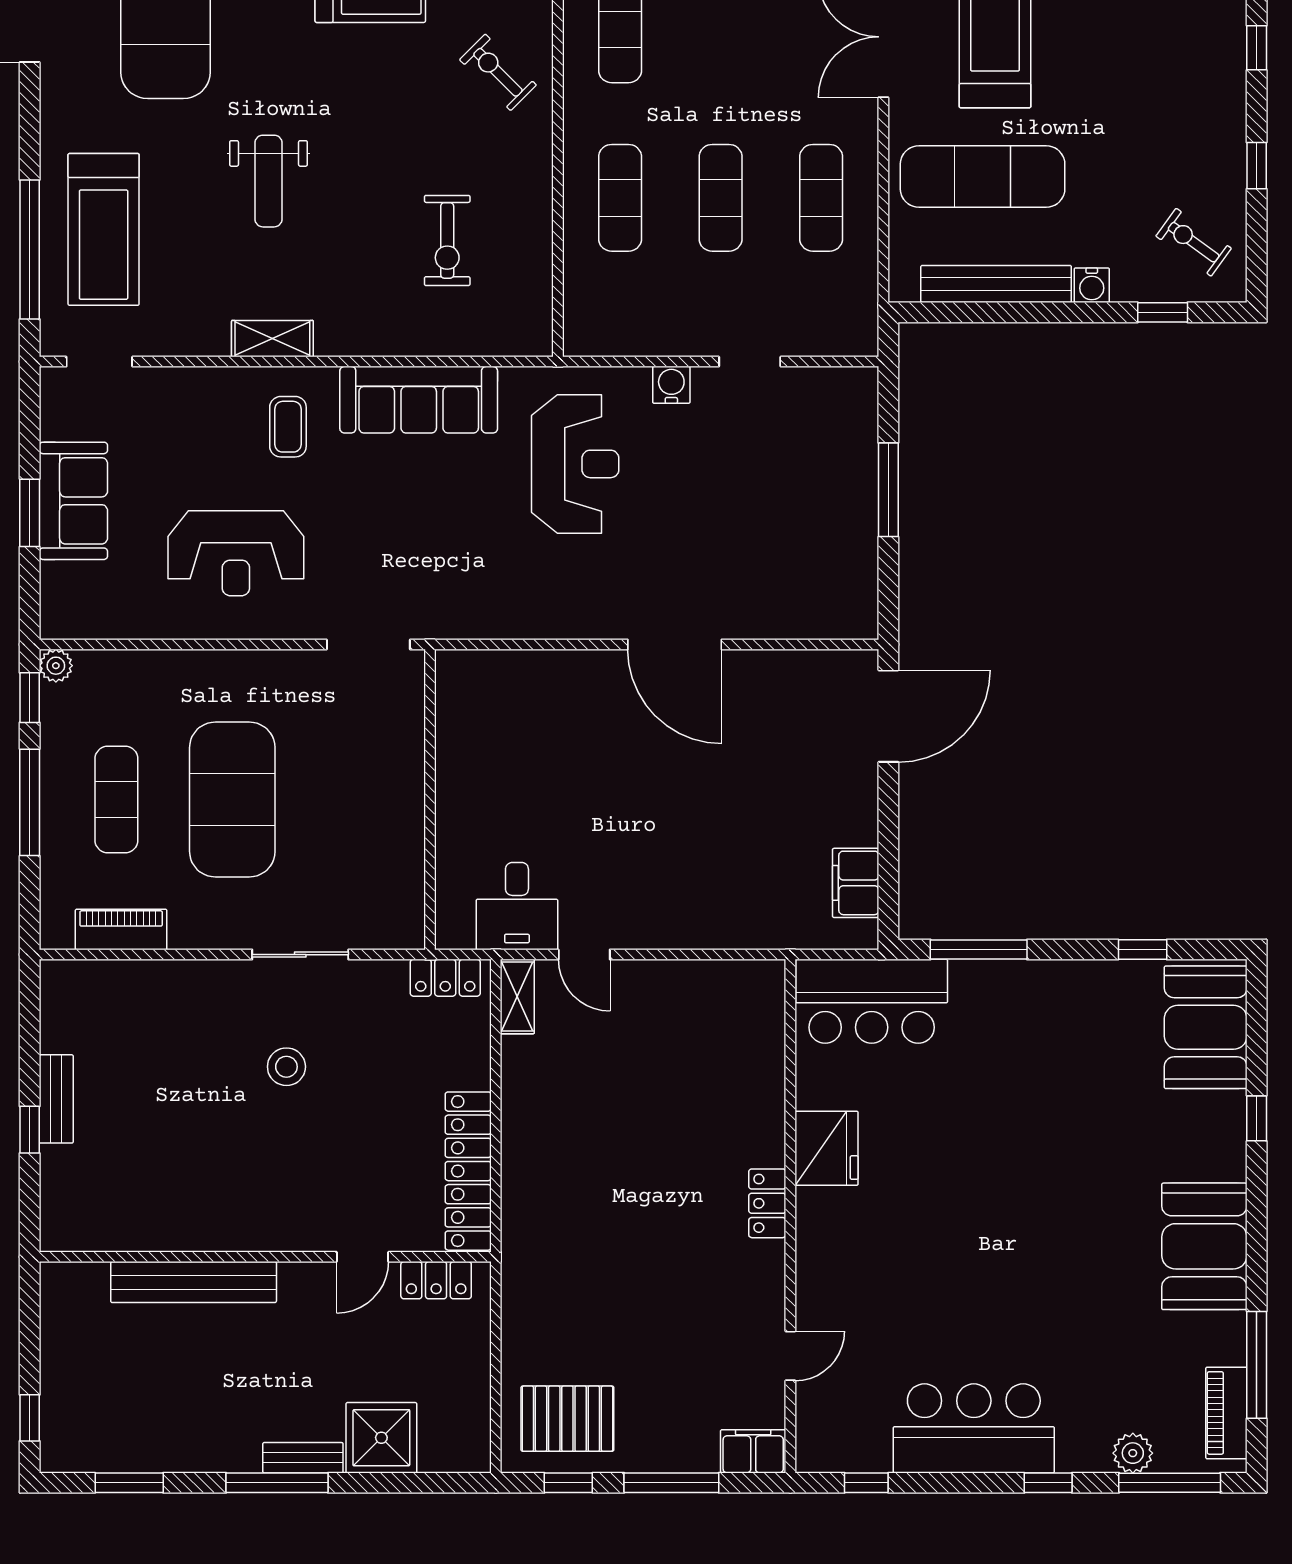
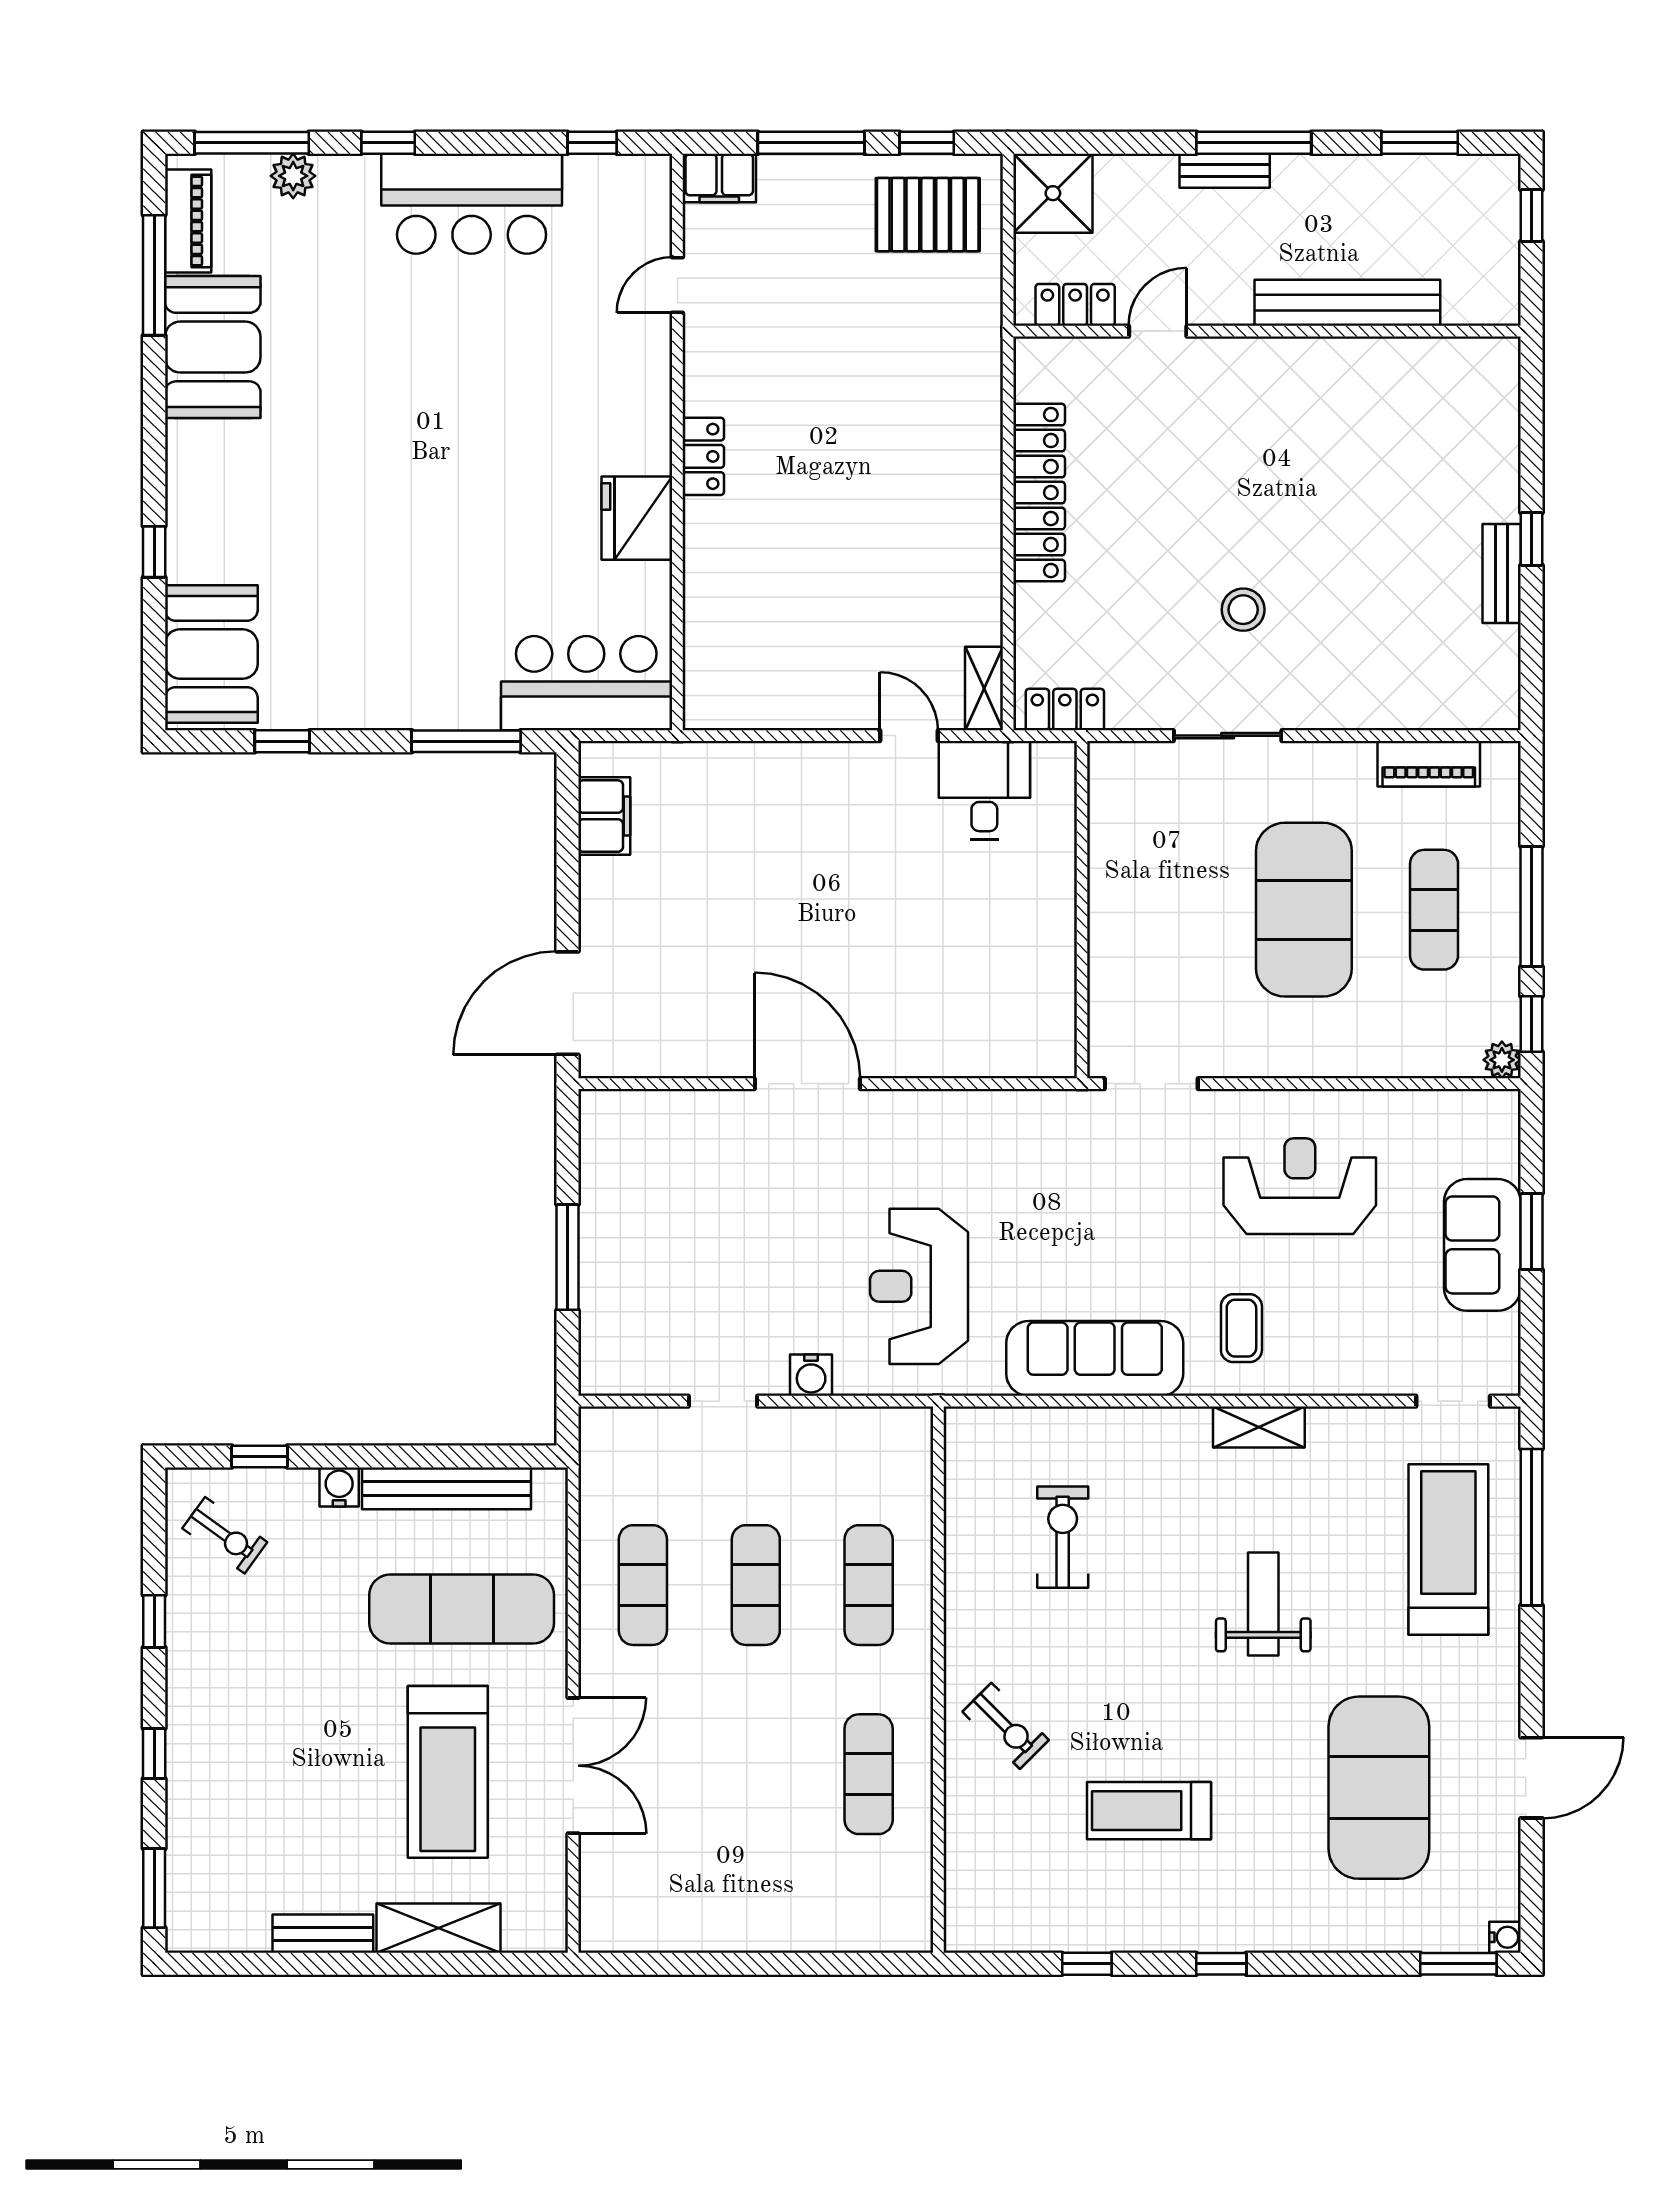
booth: (1204, 1246) -> (213, 347), moved
wall: (265, 1257) -> (1267, 331), moved
door: (362, 1257) -> (1158, 331), moved
locker: (436, 1280) -> (1075, 305), moved
bench: (194, 1282) -> (1347, 303), moved
shower: (381, 1438) -> (1053, 193), moved

